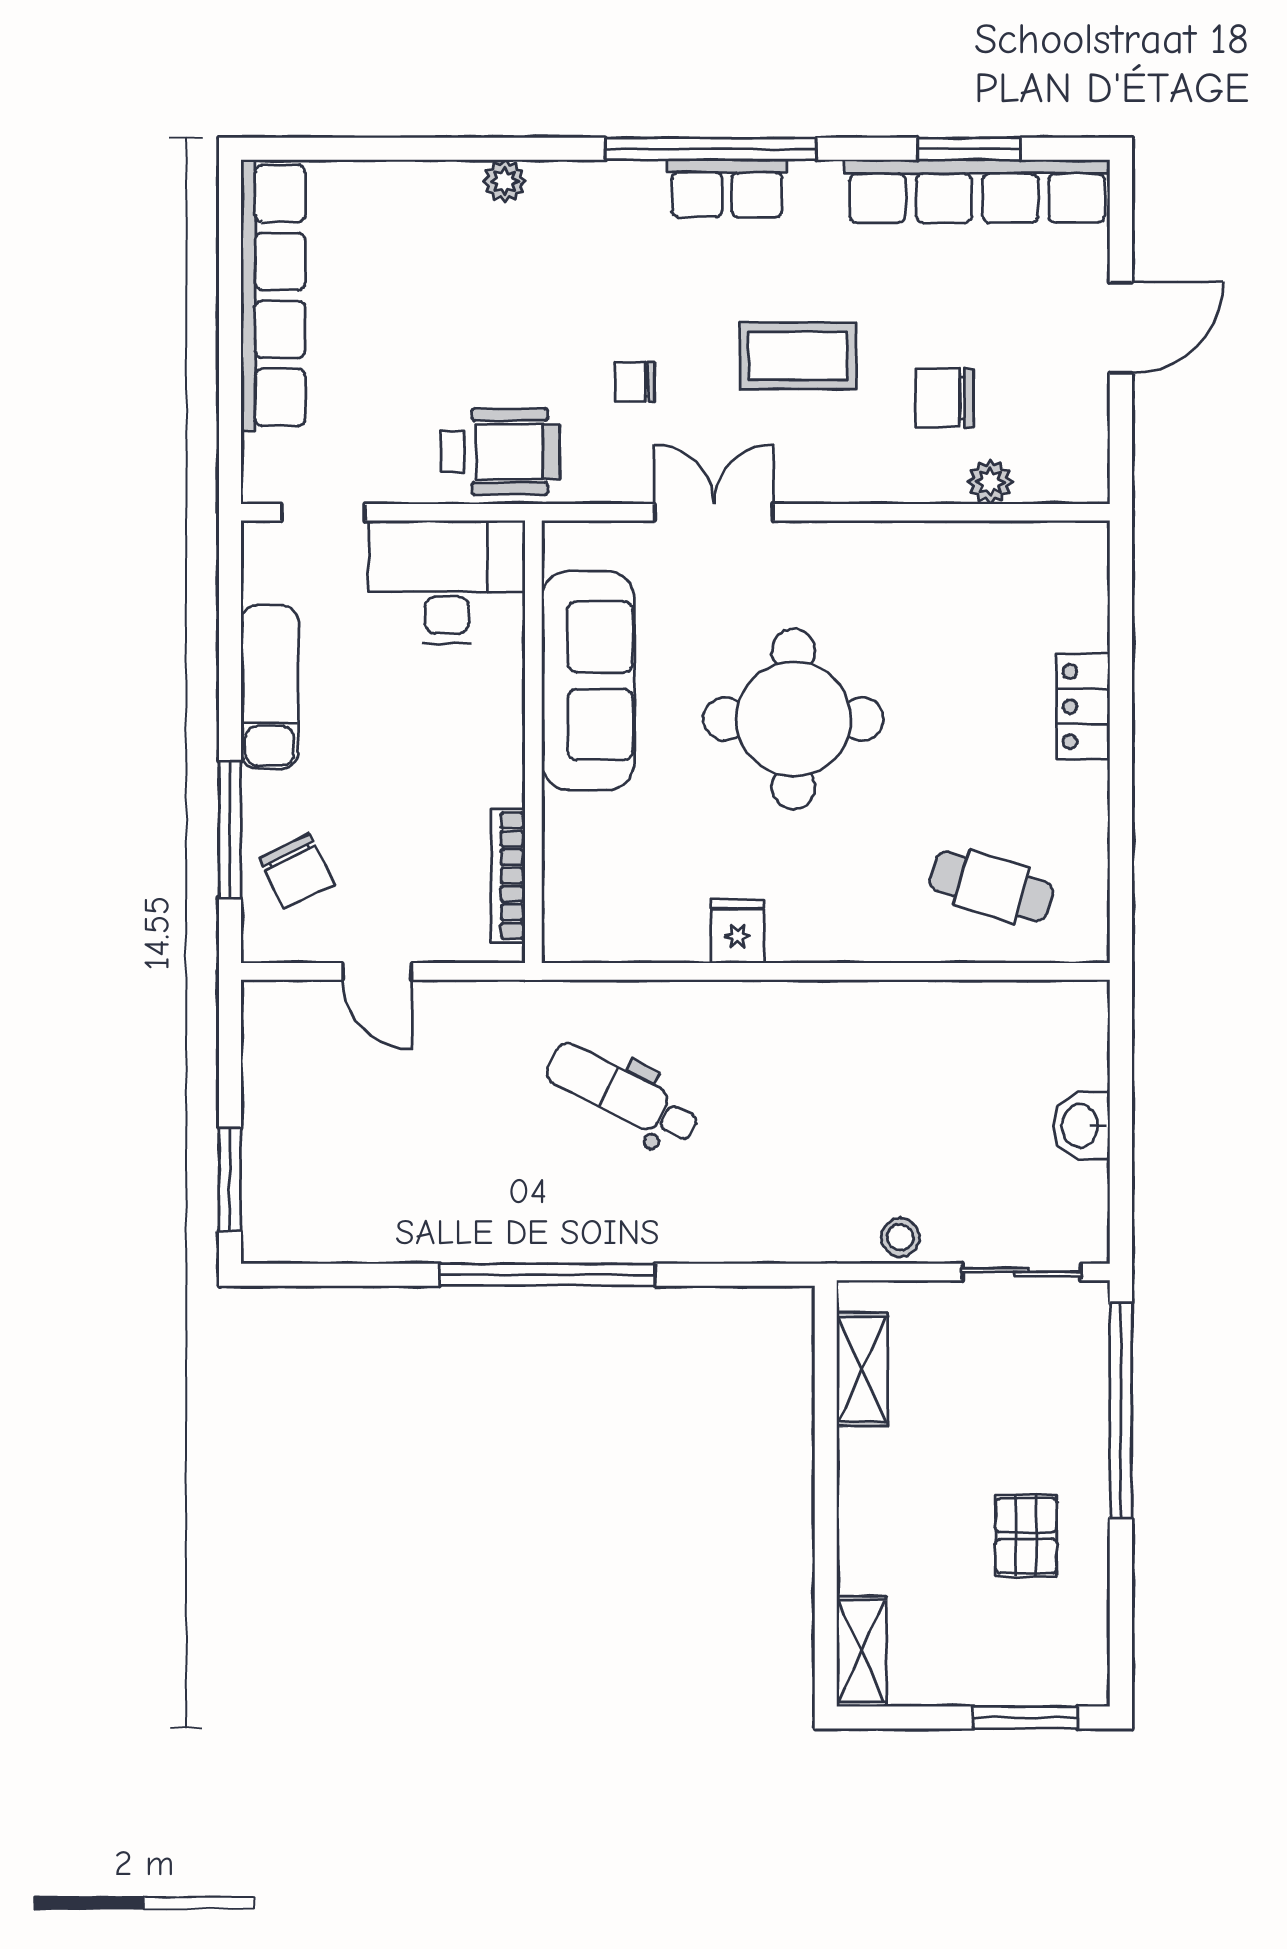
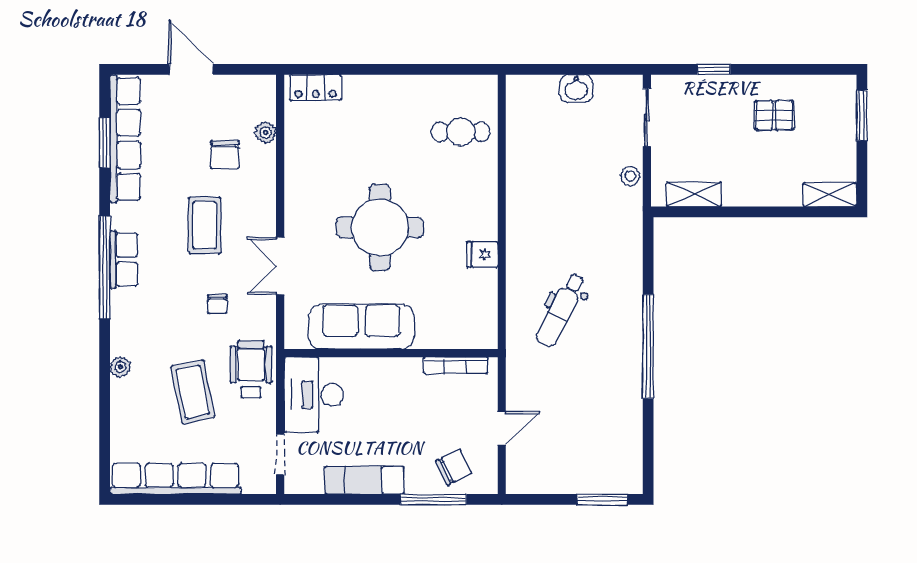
coffee table: (453, 331) -> (193, 392), added
locker: (1083, 707) -> (316, 88), moved
cafe table: (992, 886) -> (461, 132), turned 73
window: (1121, 1410) -> (714, 69), width x0.32

